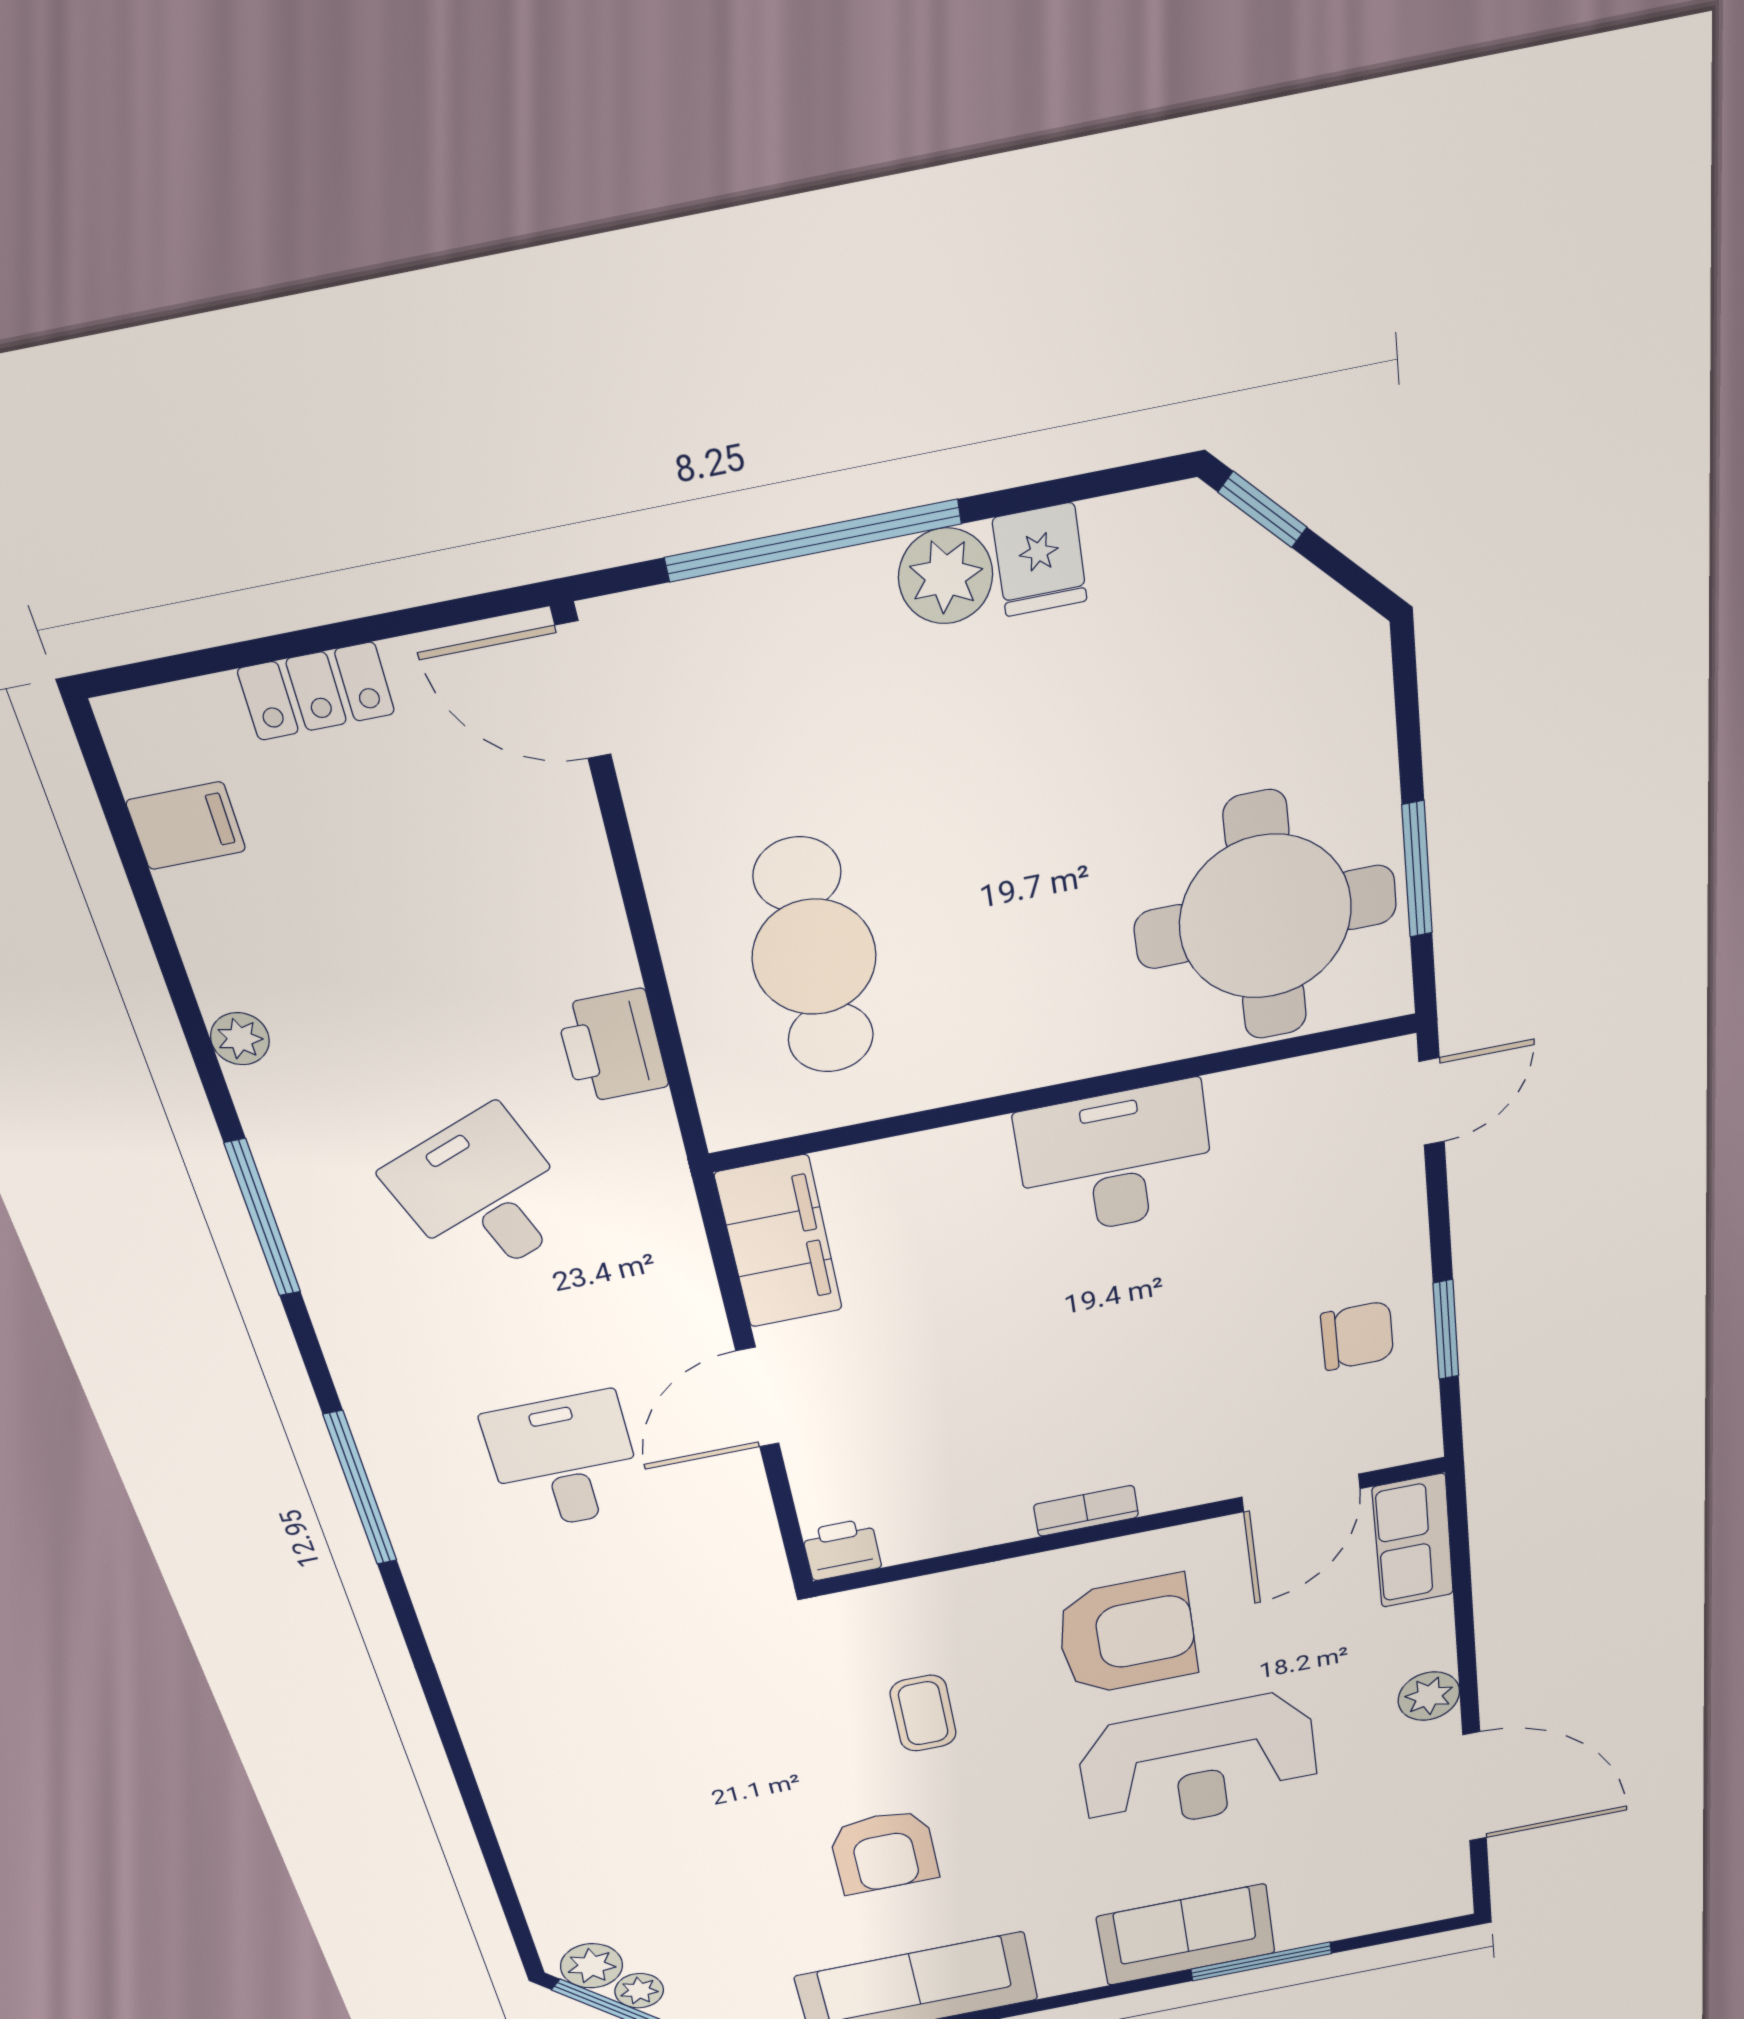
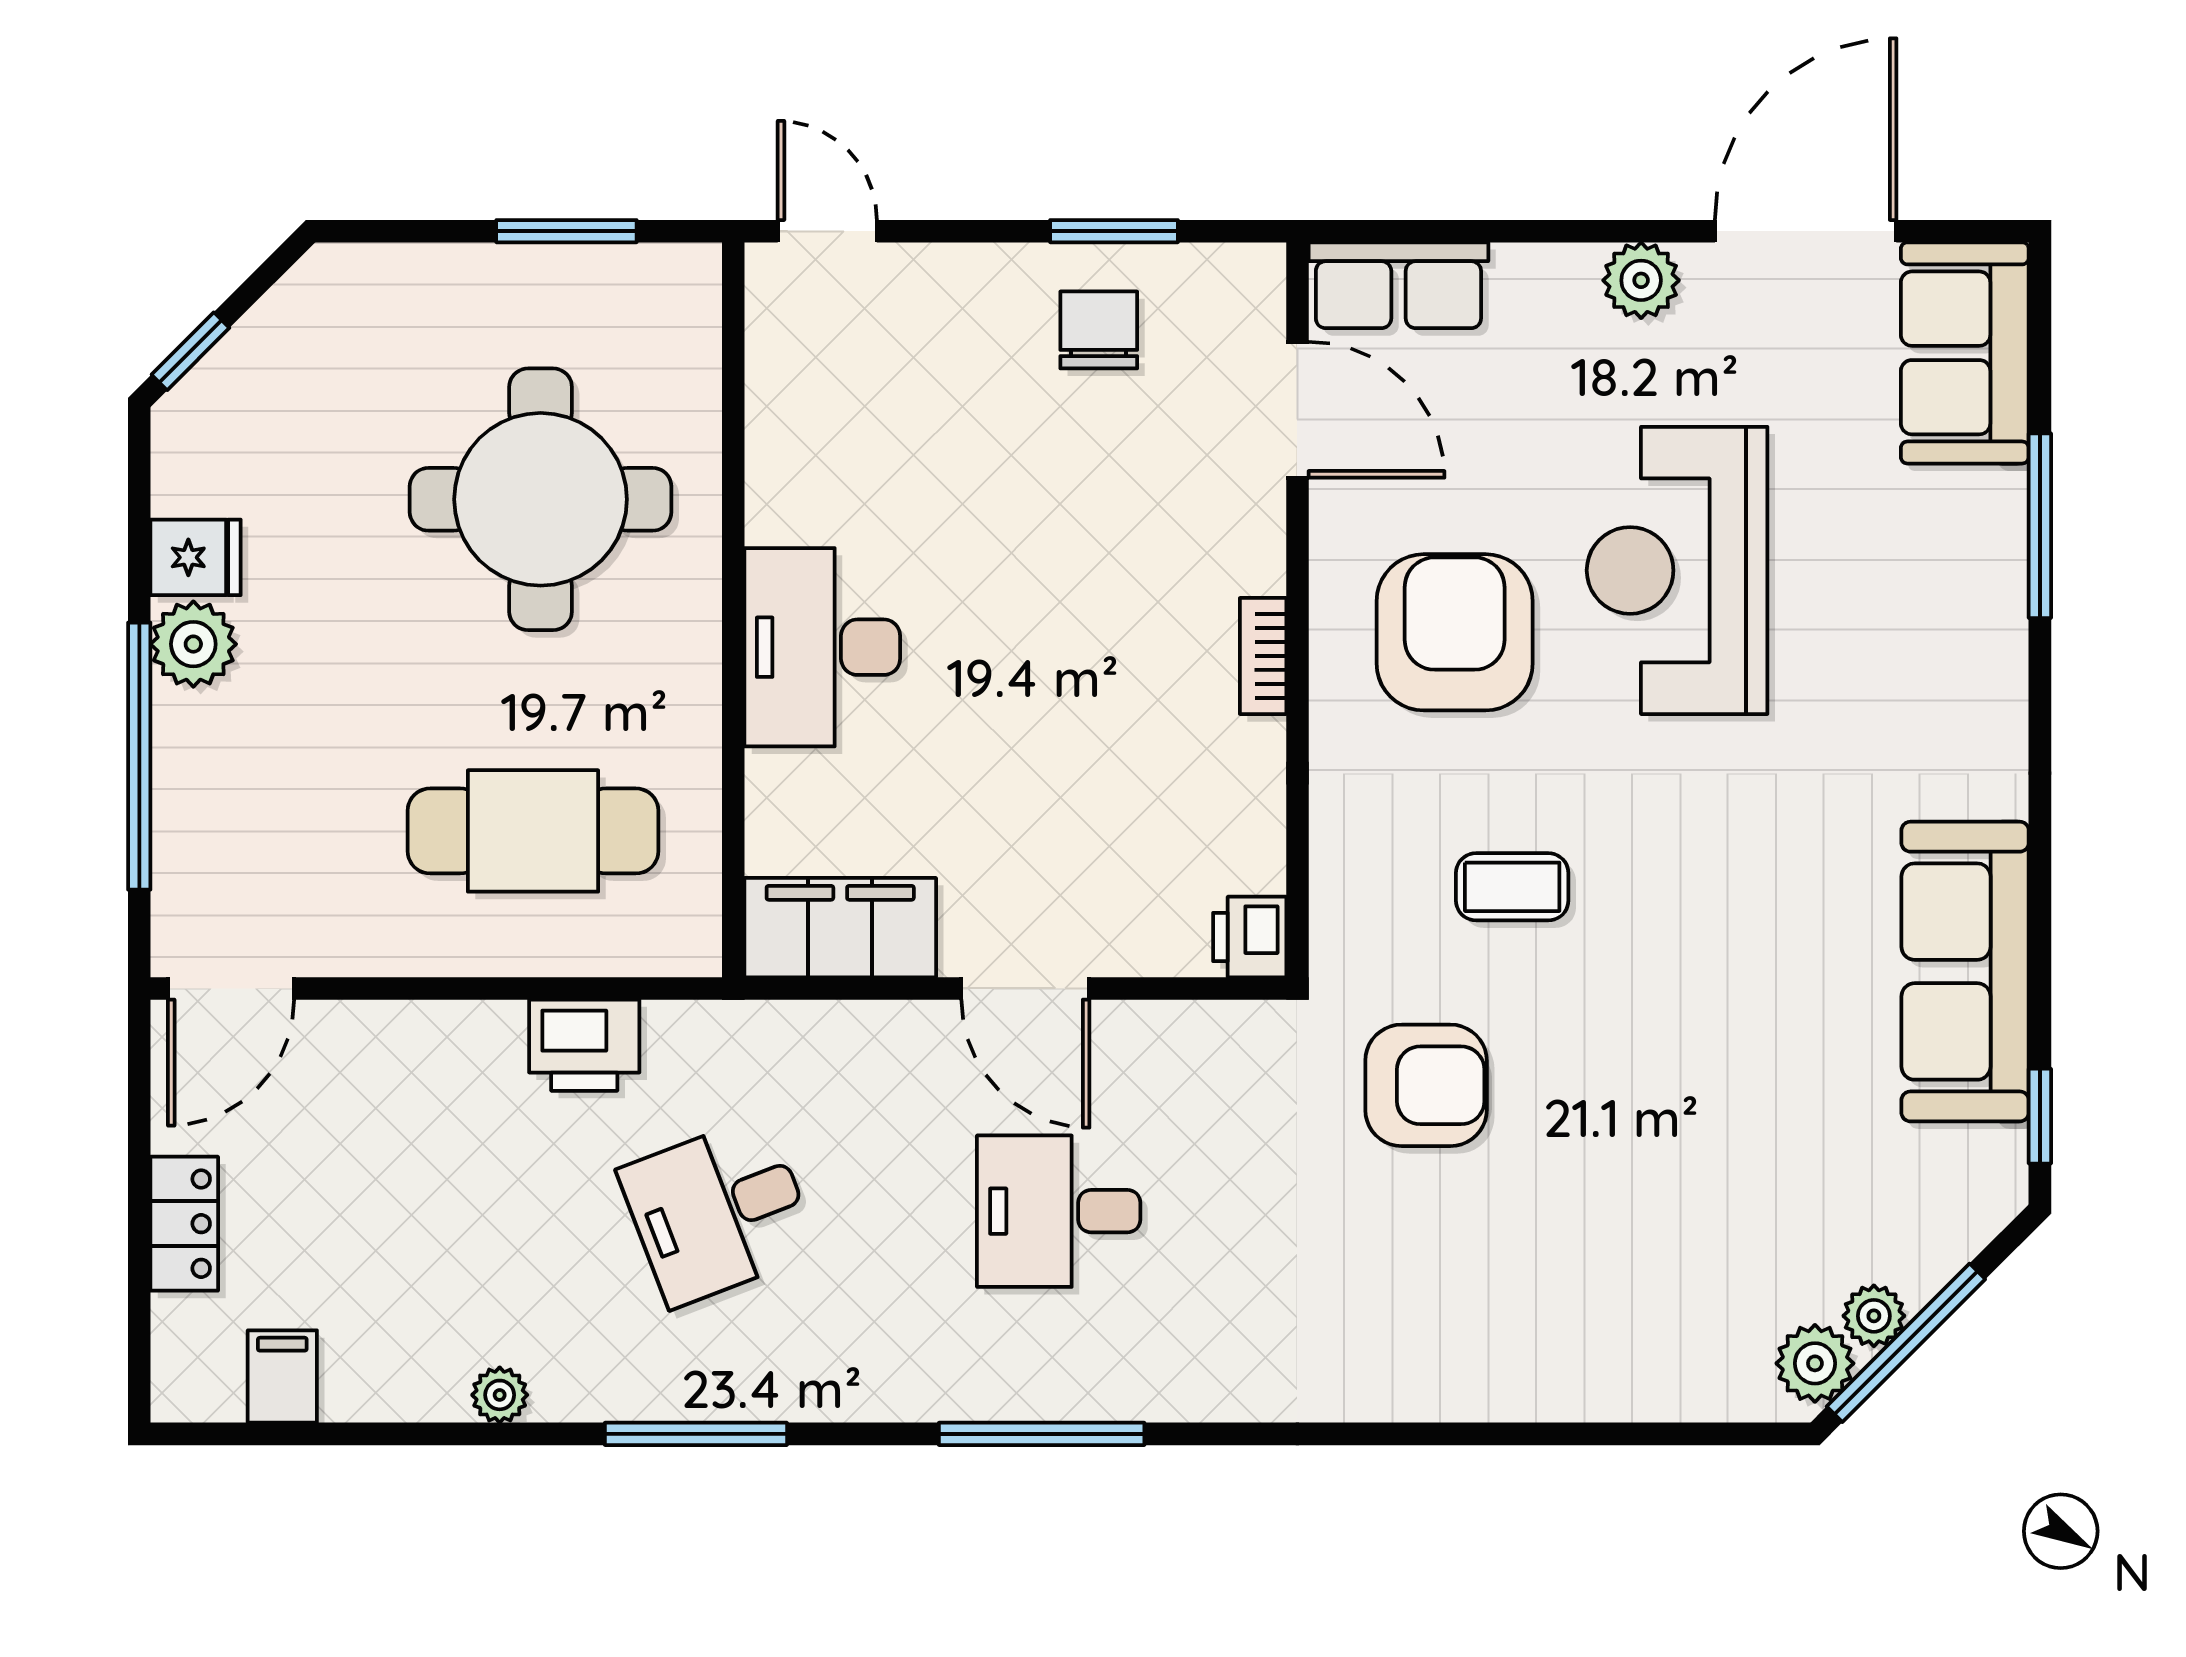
round table: (1265, 917) -> (541, 499), moved
desk: (1115, 1160) -> (822, 647), moved
reception desk: (1198, 1764) -> (1677, 570), turned 180
armchair: (884, 1852) -> (1426, 1085), moved
sofa: (1186, 1935) -> (1965, 353), moved

